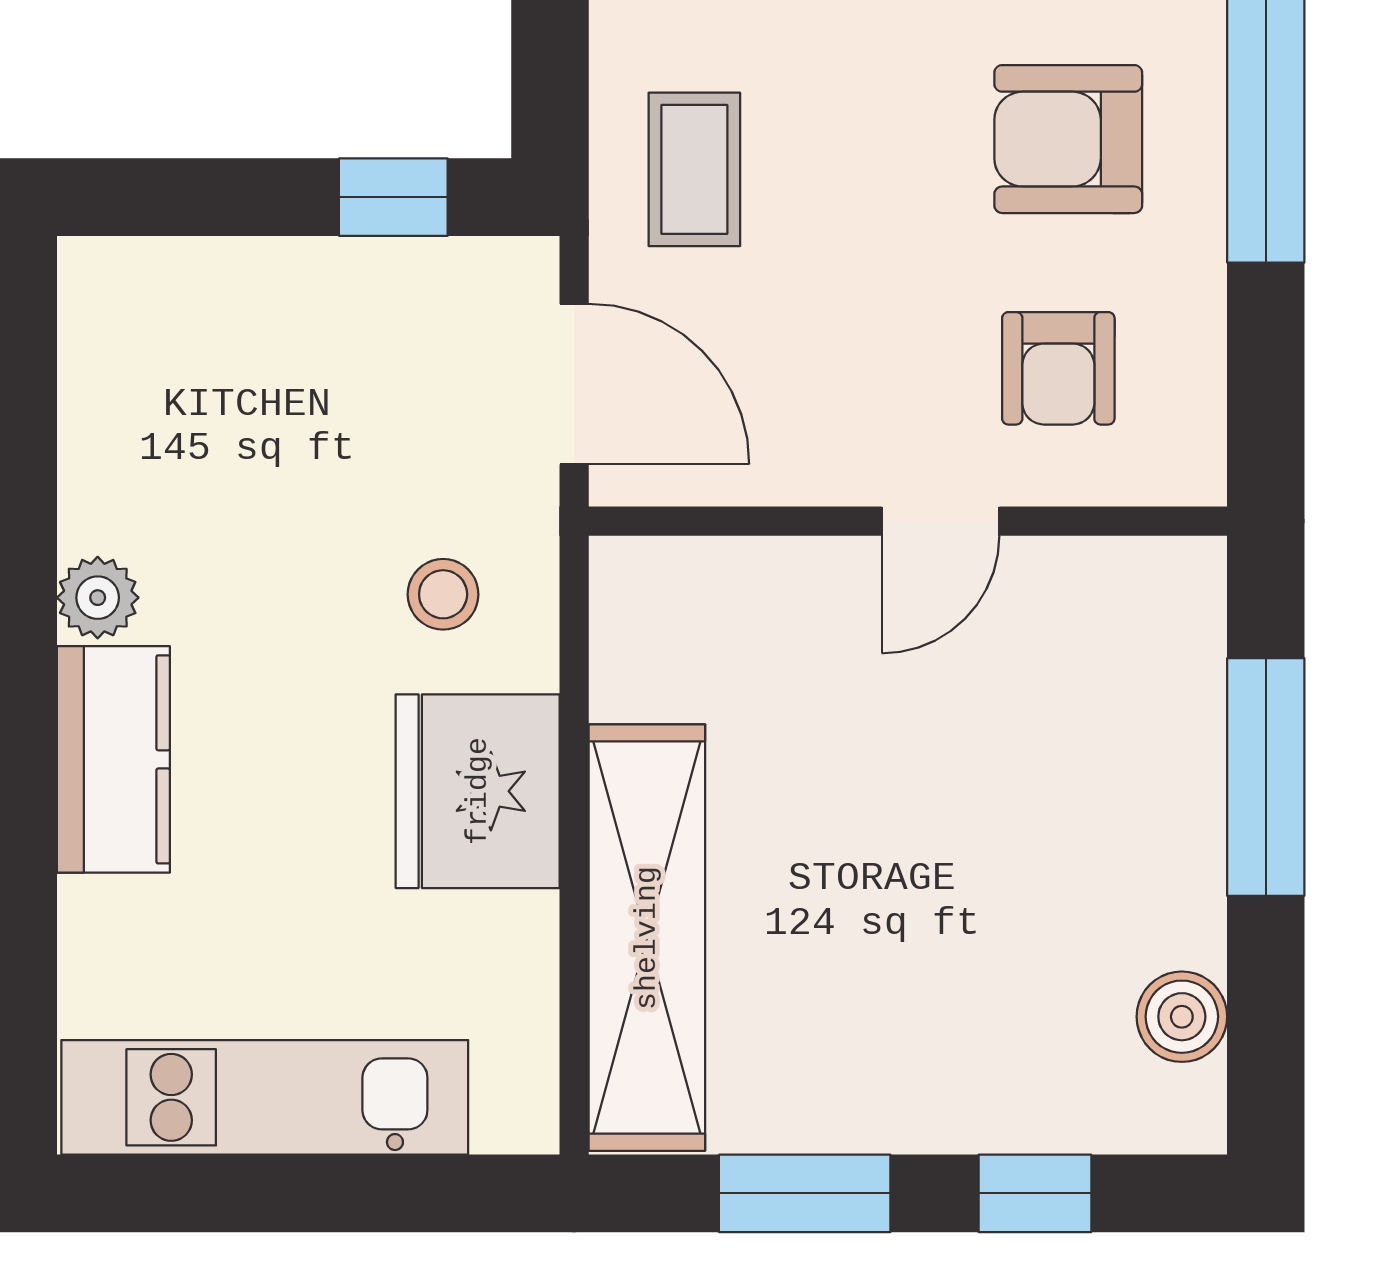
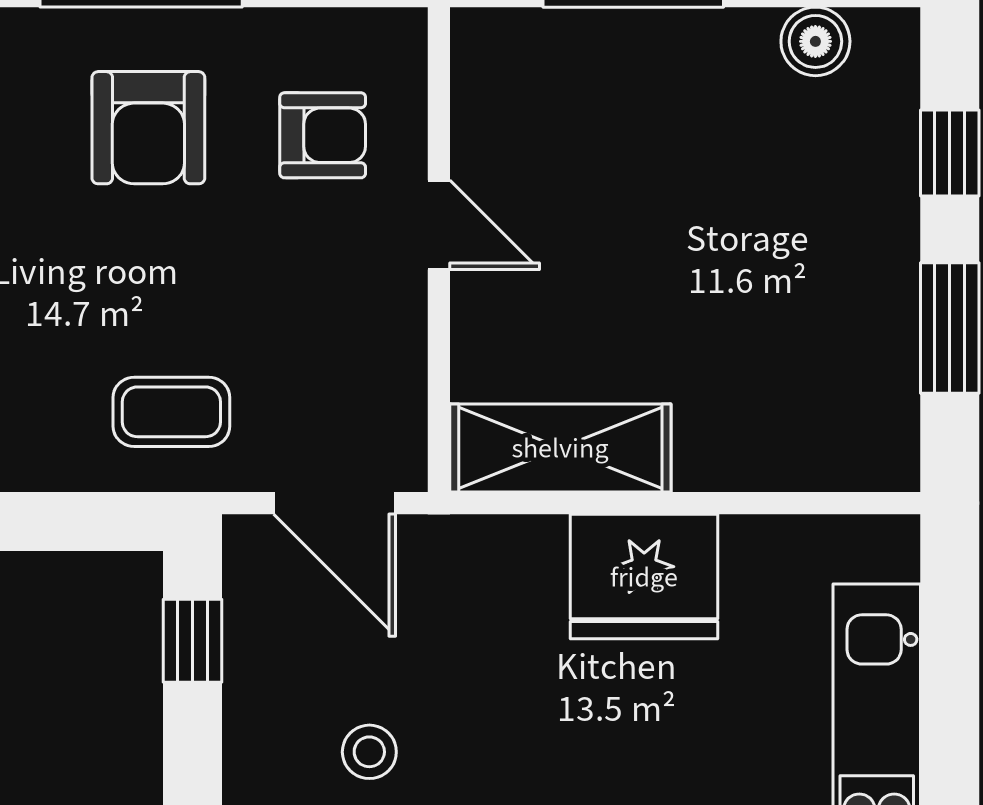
door: (574, 384) -> (335, 503), swing flipped
stool: (443, 594) -> (369, 752), moved
shelving: (647, 938) -> (560, 448), moved, width x0.68

